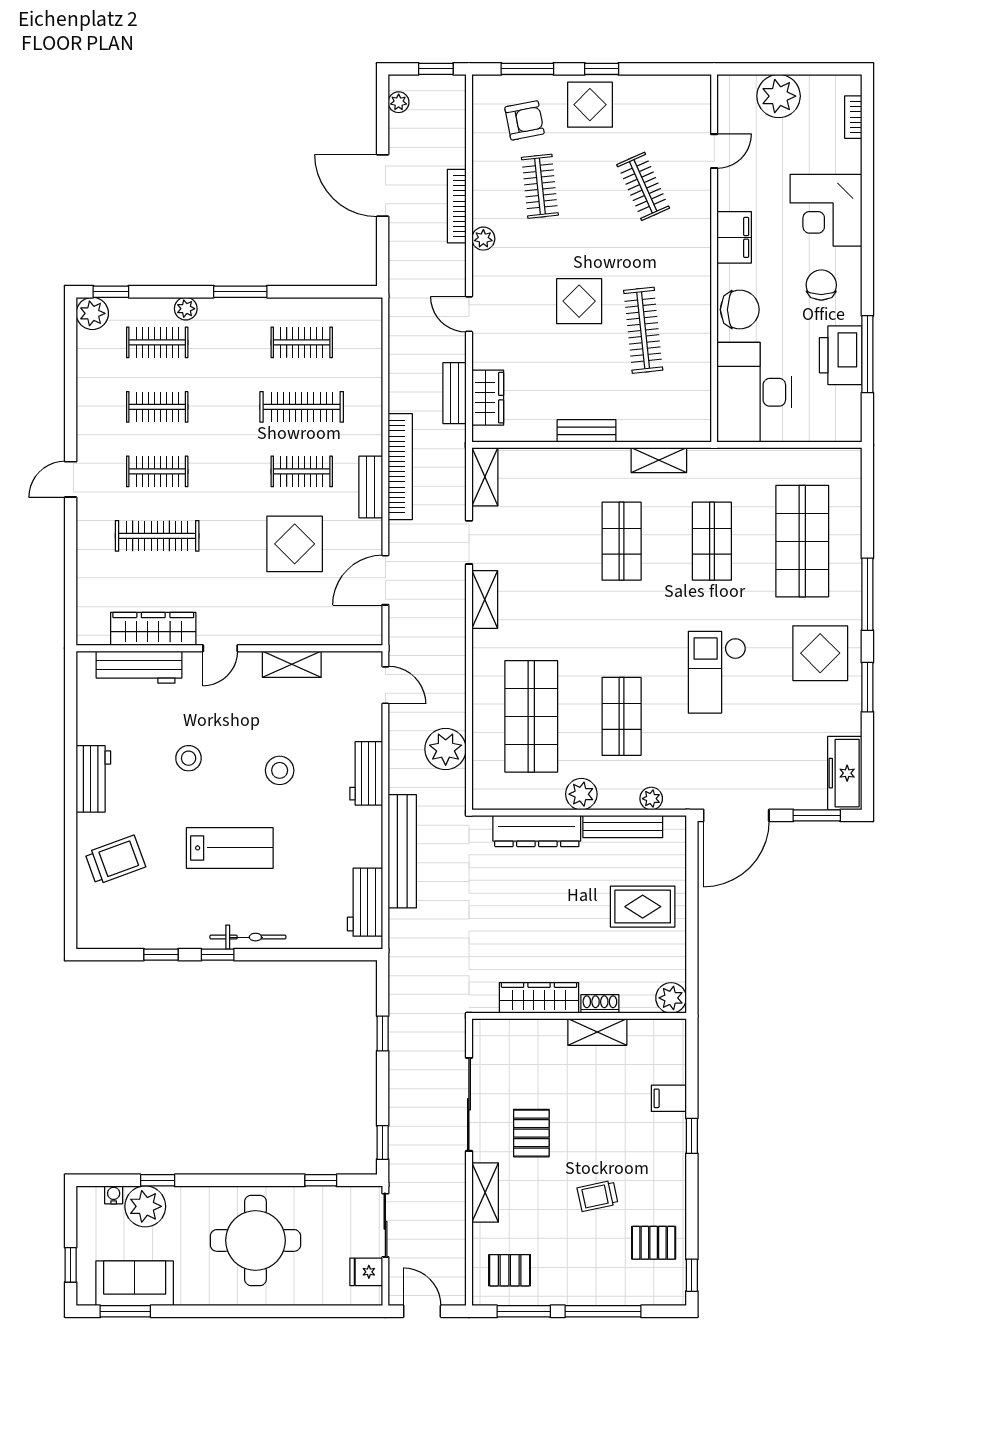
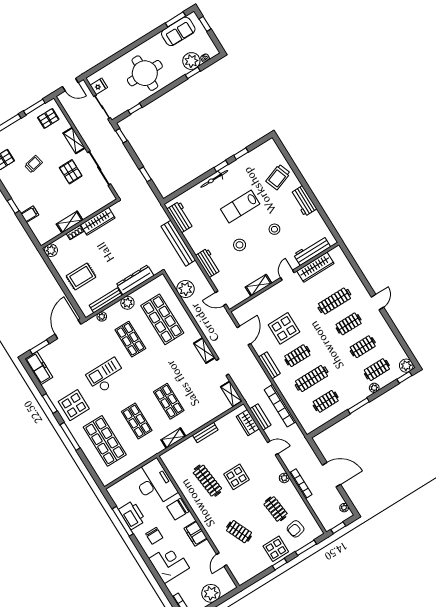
bookcase: (400, 467) -> (280, 406), moved
checkout: (717, 672) -> (106, 376), turned -90

